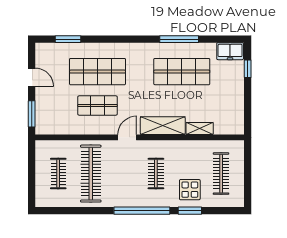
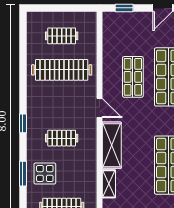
window: (32, 114) -> (124, 8), width x0.67
window: (142, 211) -> (23, 123), width x0.32

